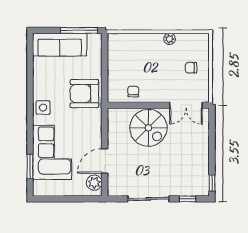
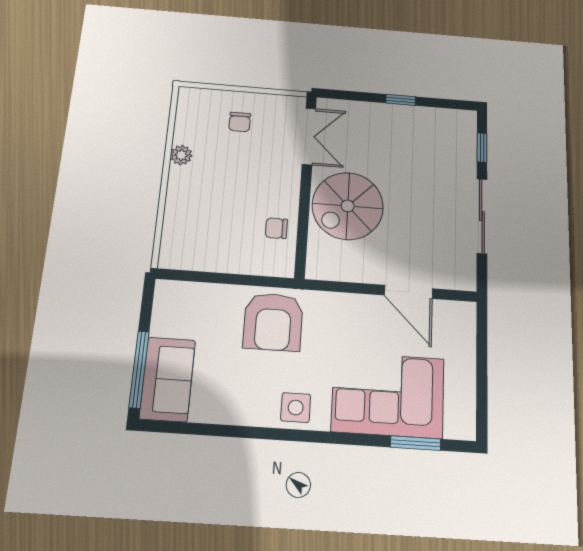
window: (79, 30) -> (139, 369), moved
sofa: (60, 45) -> (167, 379), width x0.73
spiral stairs: (148, 128) -> (348, 206), turned 180
plant: (94, 183) -> (450, 315), removed
window: (212, 183) -> (401, 100), moved

